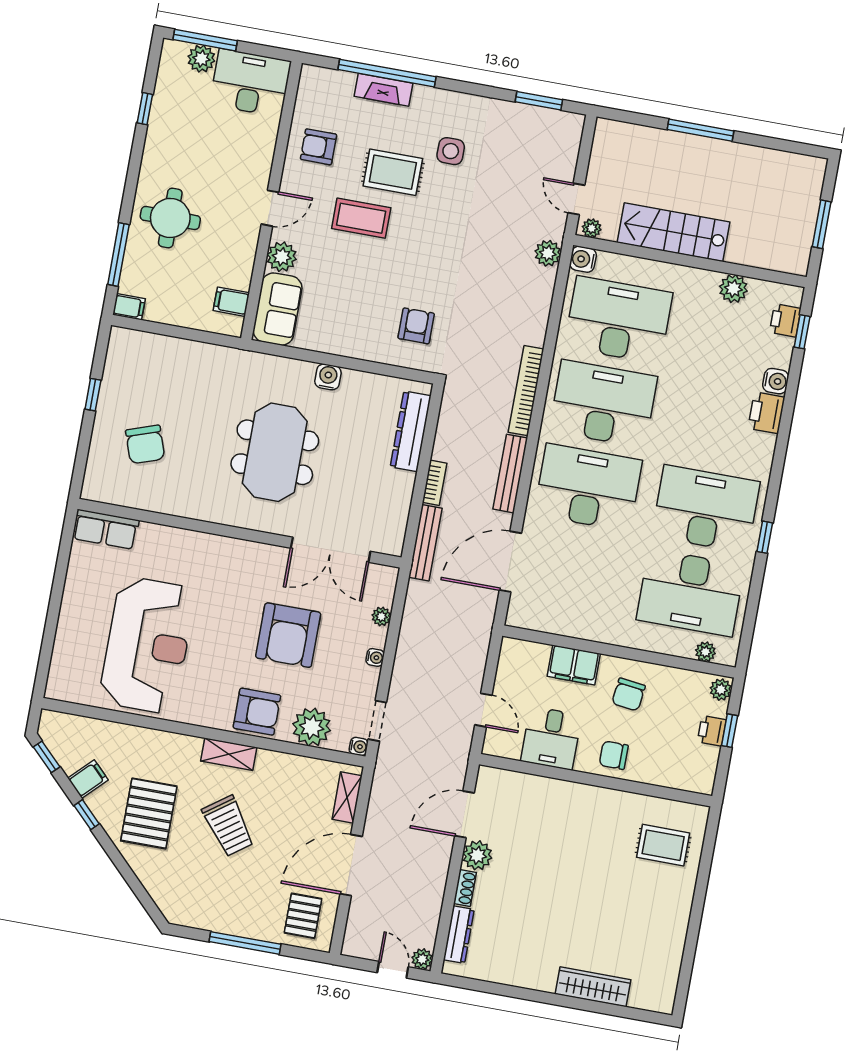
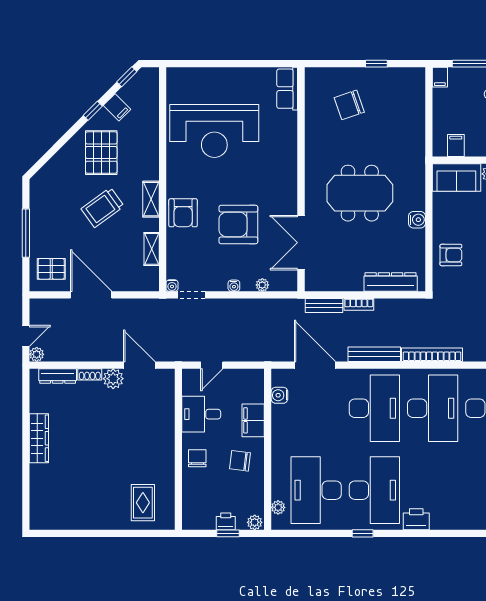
armchair: (416, 326) -> (451, 255), moved
water cooler: (776, 381) -> (279, 395), moved, turned 90
printer: (766, 413) -> (416, 519), moved
bench: (425, 543) -> (324, 306), width x0.73
plant: (312, 727) -> (179, 252), removed
shelving: (347, 797) -> (152, 249), moved, turned 90
pallet: (149, 813) -> (101, 153), turned 90
wardrobe: (593, 987) -> (39, 438), moved

